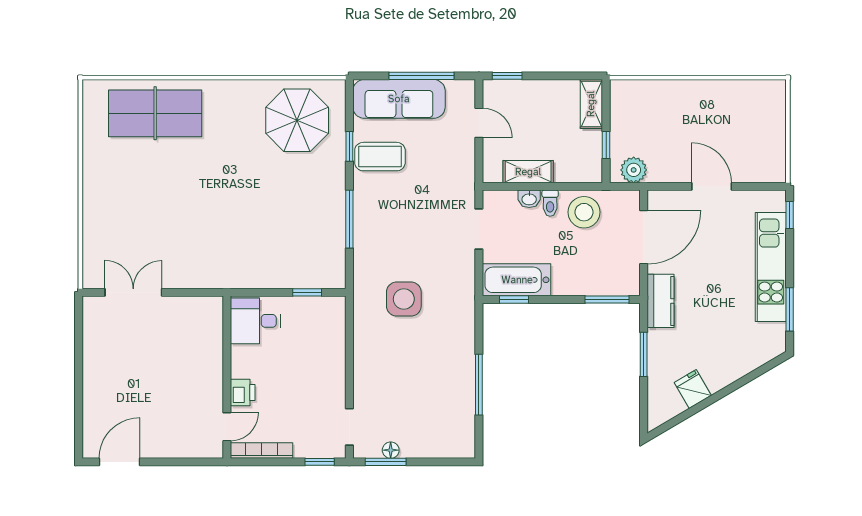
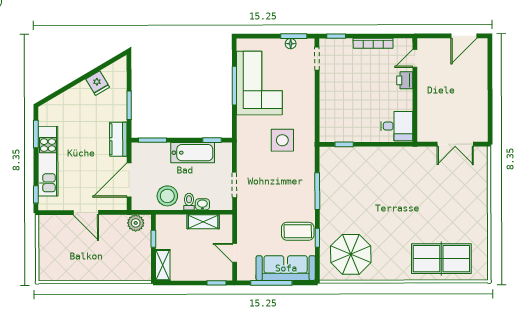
bathtub: (517, 280) -> (193, 153), moved
desk: (255, 321) -> (397, 126), moved
wall: (227, 377) -> (415, 90), moved
corner sofa: (440, 389) -> (259, 83), added
printer: (243, 392) -> (405, 80), moved
door: (227, 427) -> (415, 58), moved

